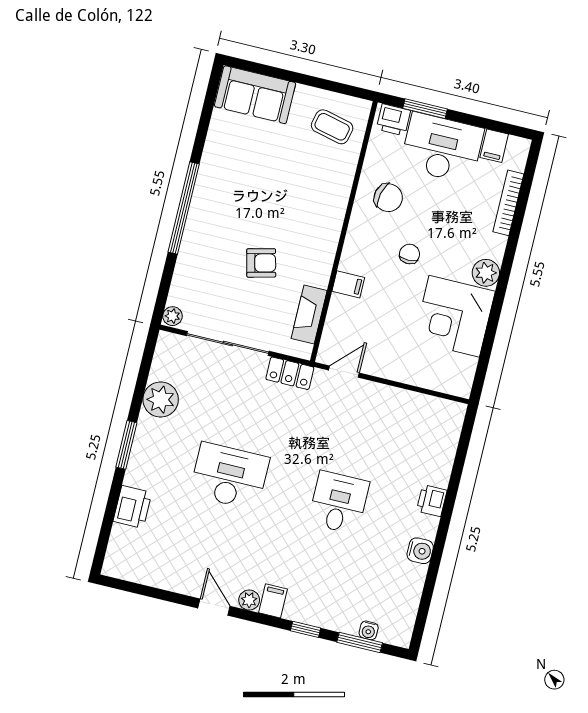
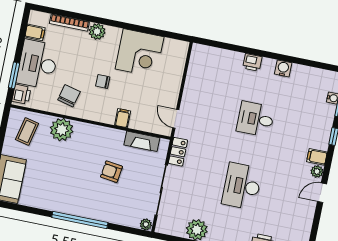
plant: (333, 184) -> (62, 130), added
armchair: (261, 263) -> (111, 172), turned -68
plant: (486, 273) -> (97, 32), moved

